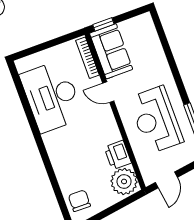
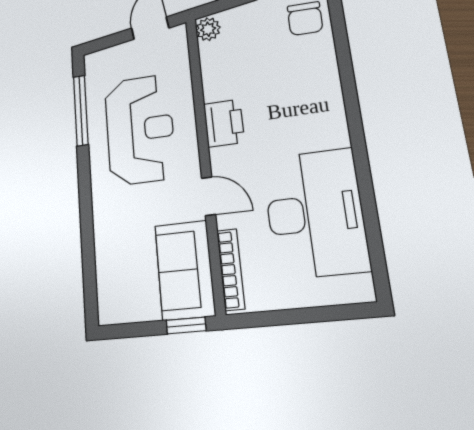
printer: (118, 155) -> (224, 123), moved
plant: (124, 181) -> (208, 29), width x0.53, depth x0.53

